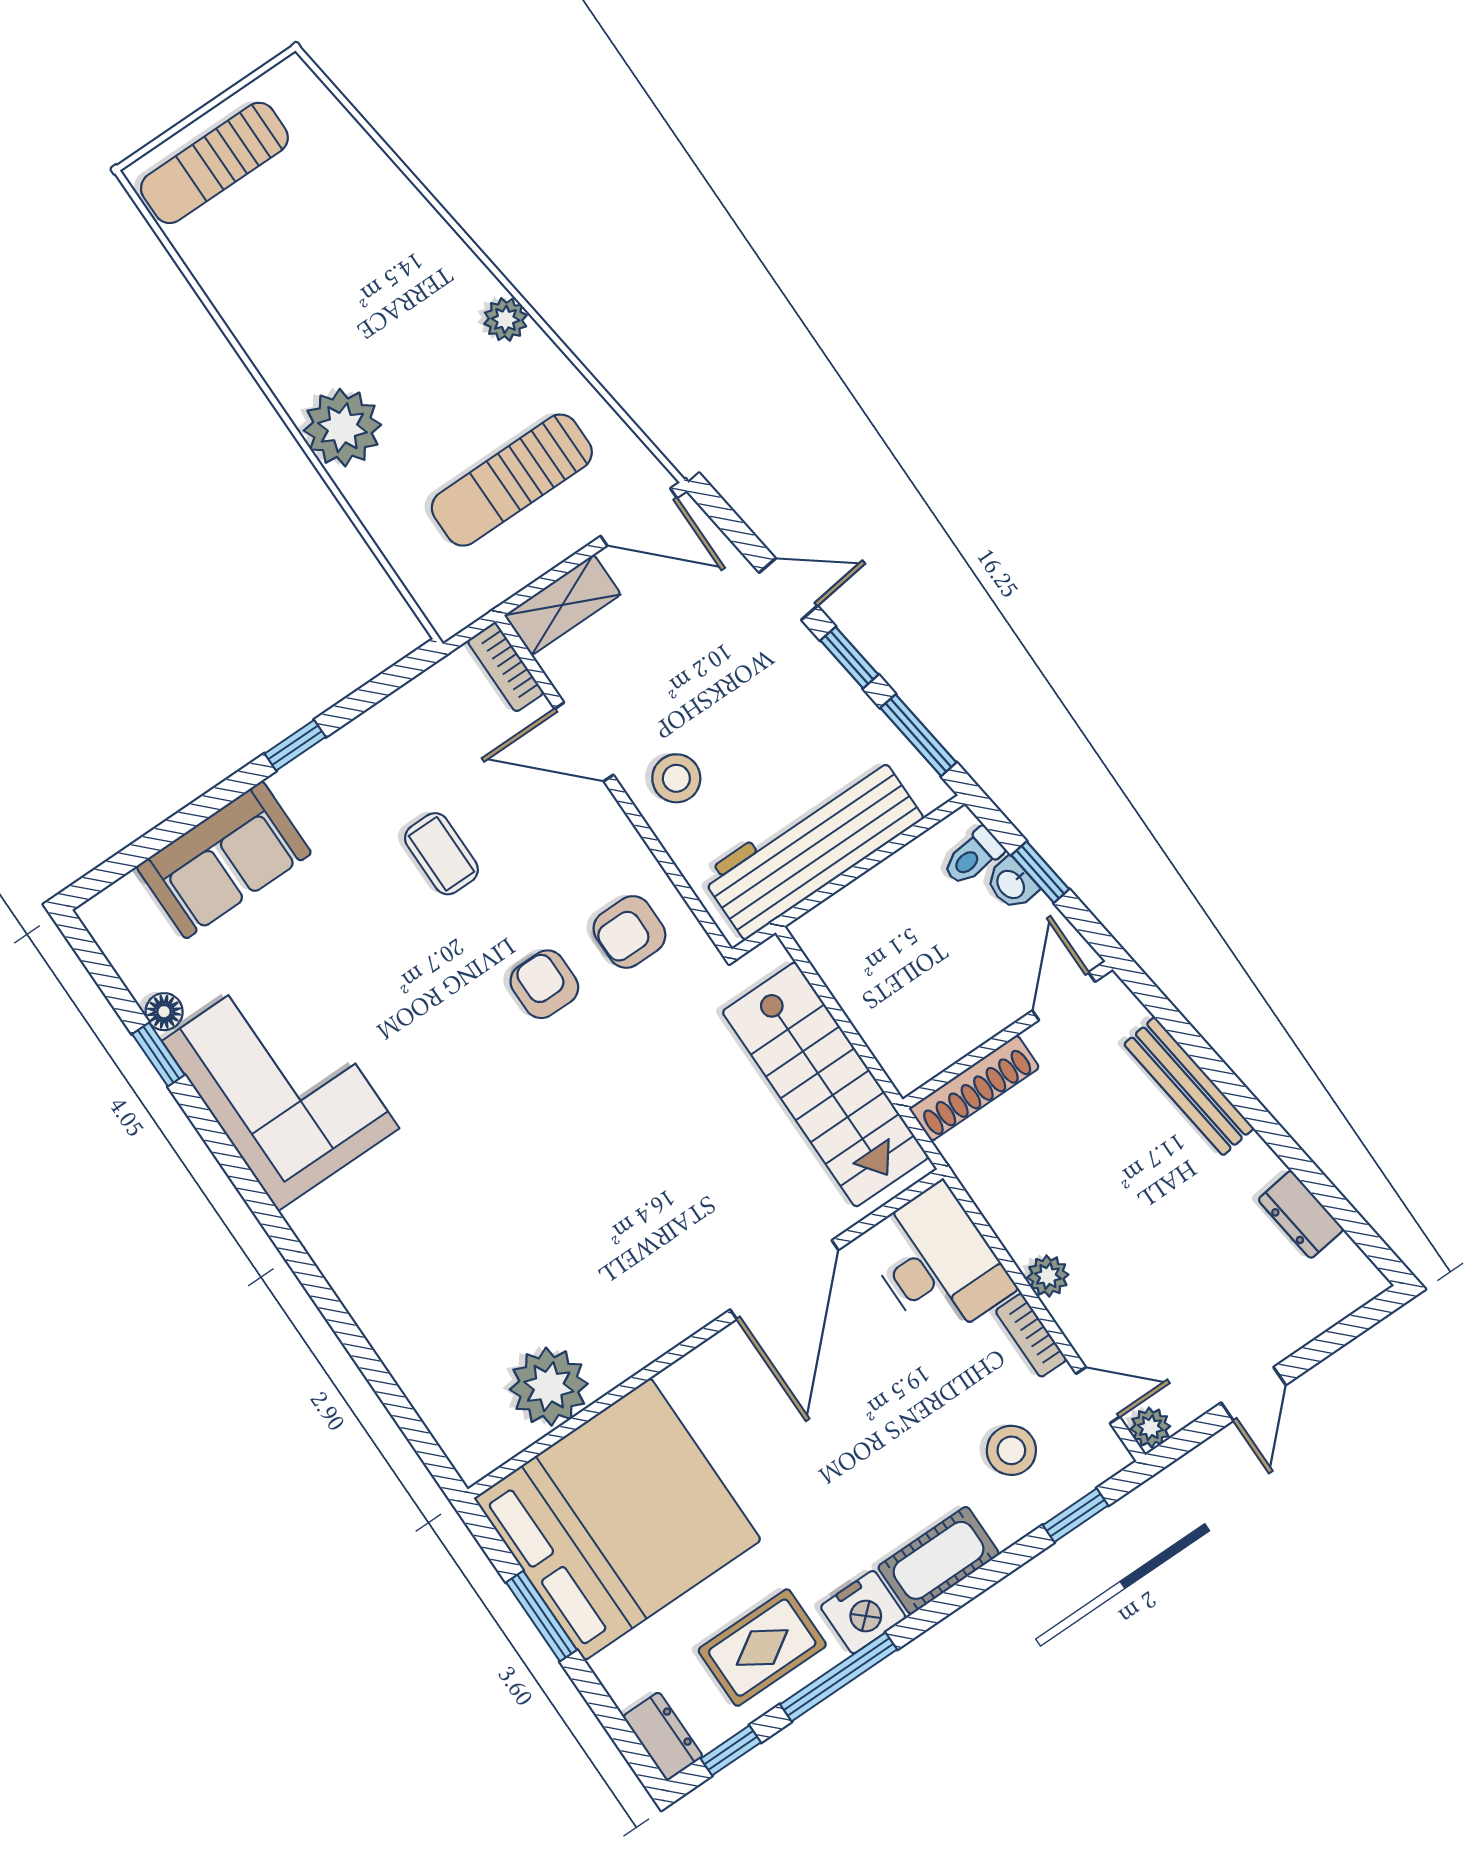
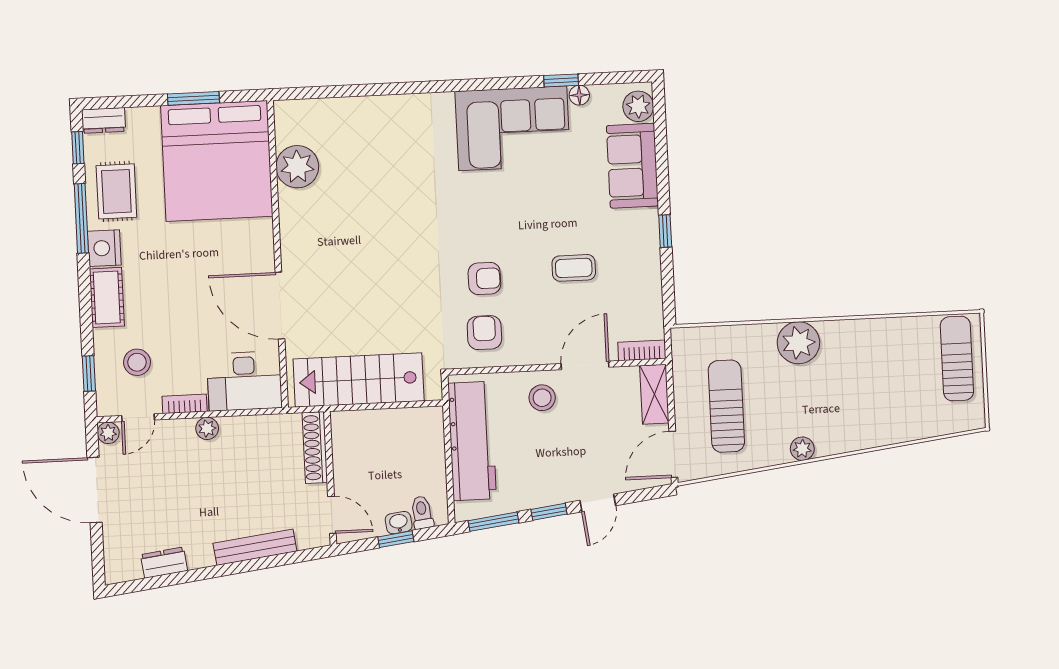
plant: (125, 908) -> (638, 106), added
door: (1254, 1394) -> (95, 490), width x1.88

